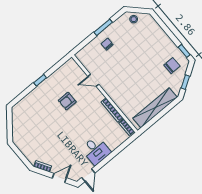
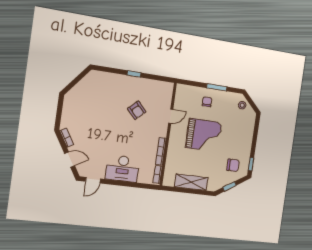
grand piano: (129, 68) -> (204, 135), added
door: (93, 80) -> (171, 116), swing flipped
armchair: (67, 101) -> (137, 110), turned -133
shelving: (155, 108) -> (191, 182), width x0.68
desk: (96, 150) -> (123, 169), width x1.37

